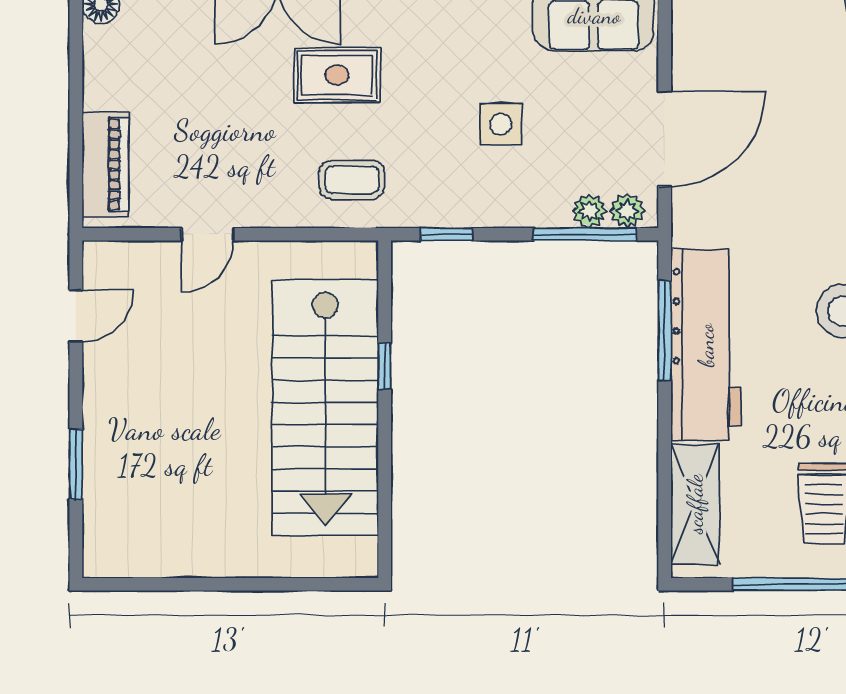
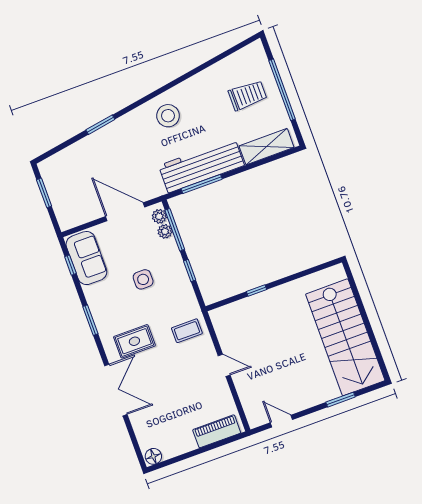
rug: (337, 75) -> (134, 341), moved, turned 90
coffee table: (352, 180) -> (187, 331), turned 90
door: (207, 234) -> (224, 365), moved
window: (447, 234) -> (190, 271), moved
stairs: (325, 408) -> (345, 337), moved, turned 90

